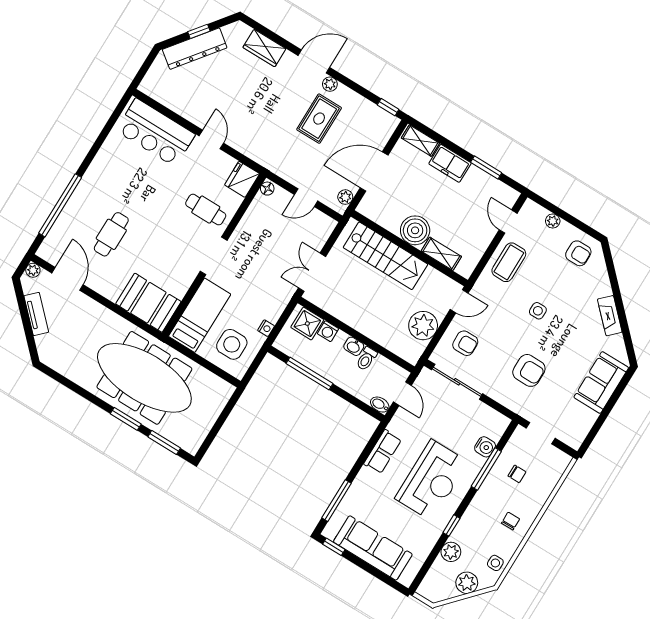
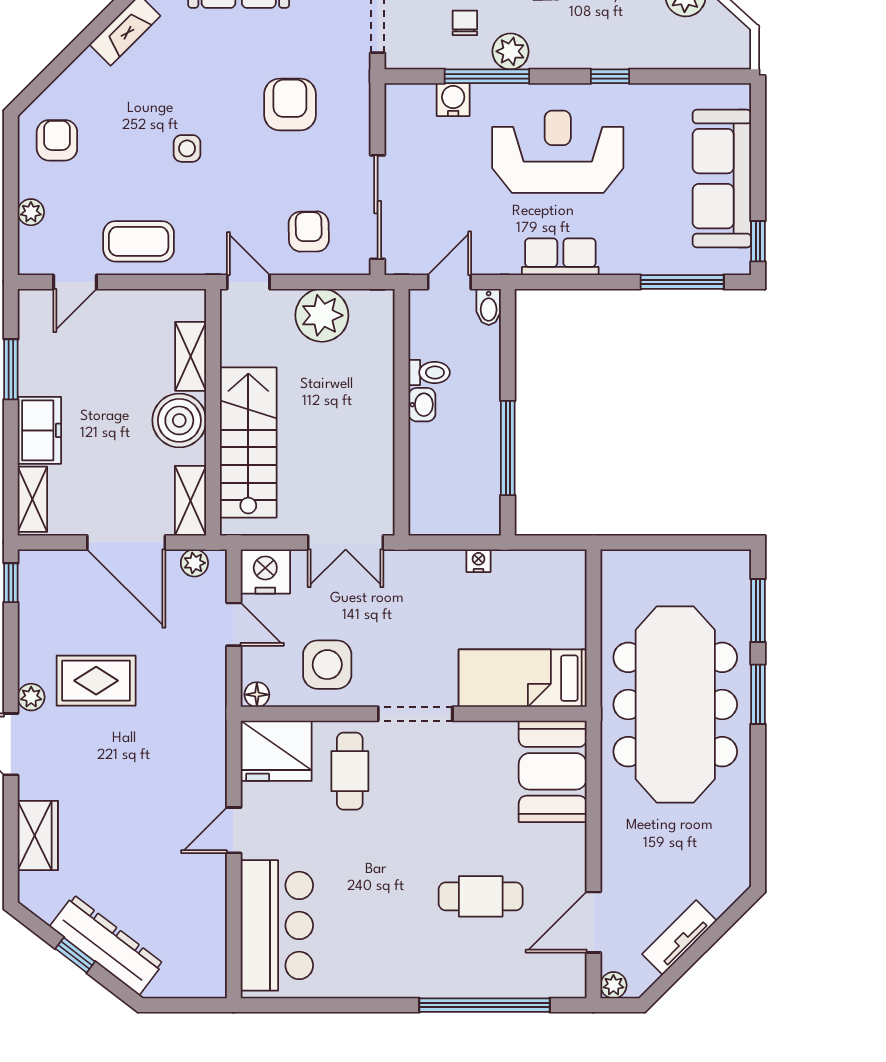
fridge: (242, 179) -> (276, 751), width x1.36, depth x1.34
shelving: (375, 213) -> (191, 501), added
nightstand: (321, 227) -> (265, 572), added
shower: (307, 324) -> (431, 500), removed
washing machine: (328, 331) -> (423, 460), removed
side table: (232, 344) -> (327, 665), moved
plant: (451, 552) -> (511, 51), moved

